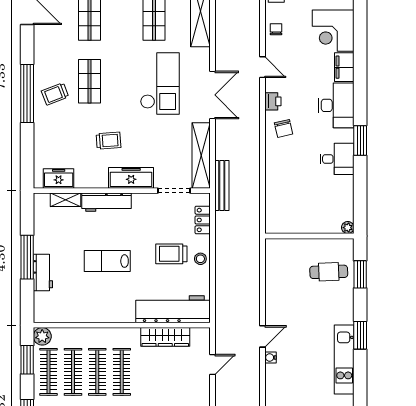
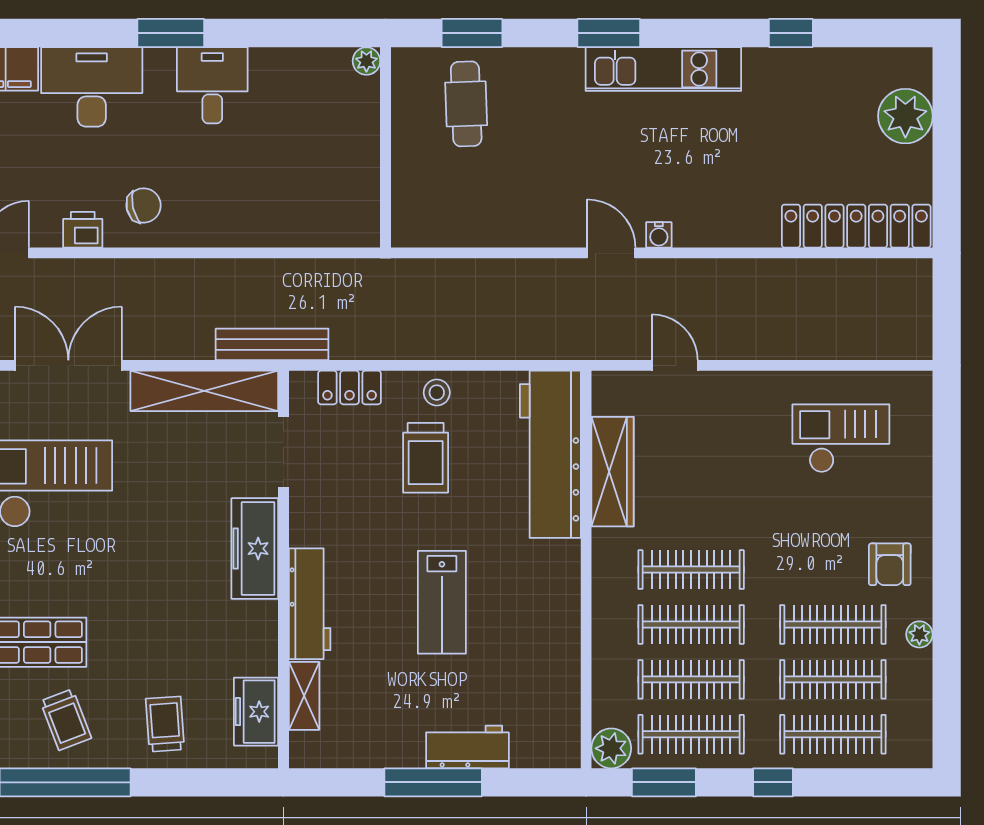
trolley: (108, 141) -> (165, 724), moved

